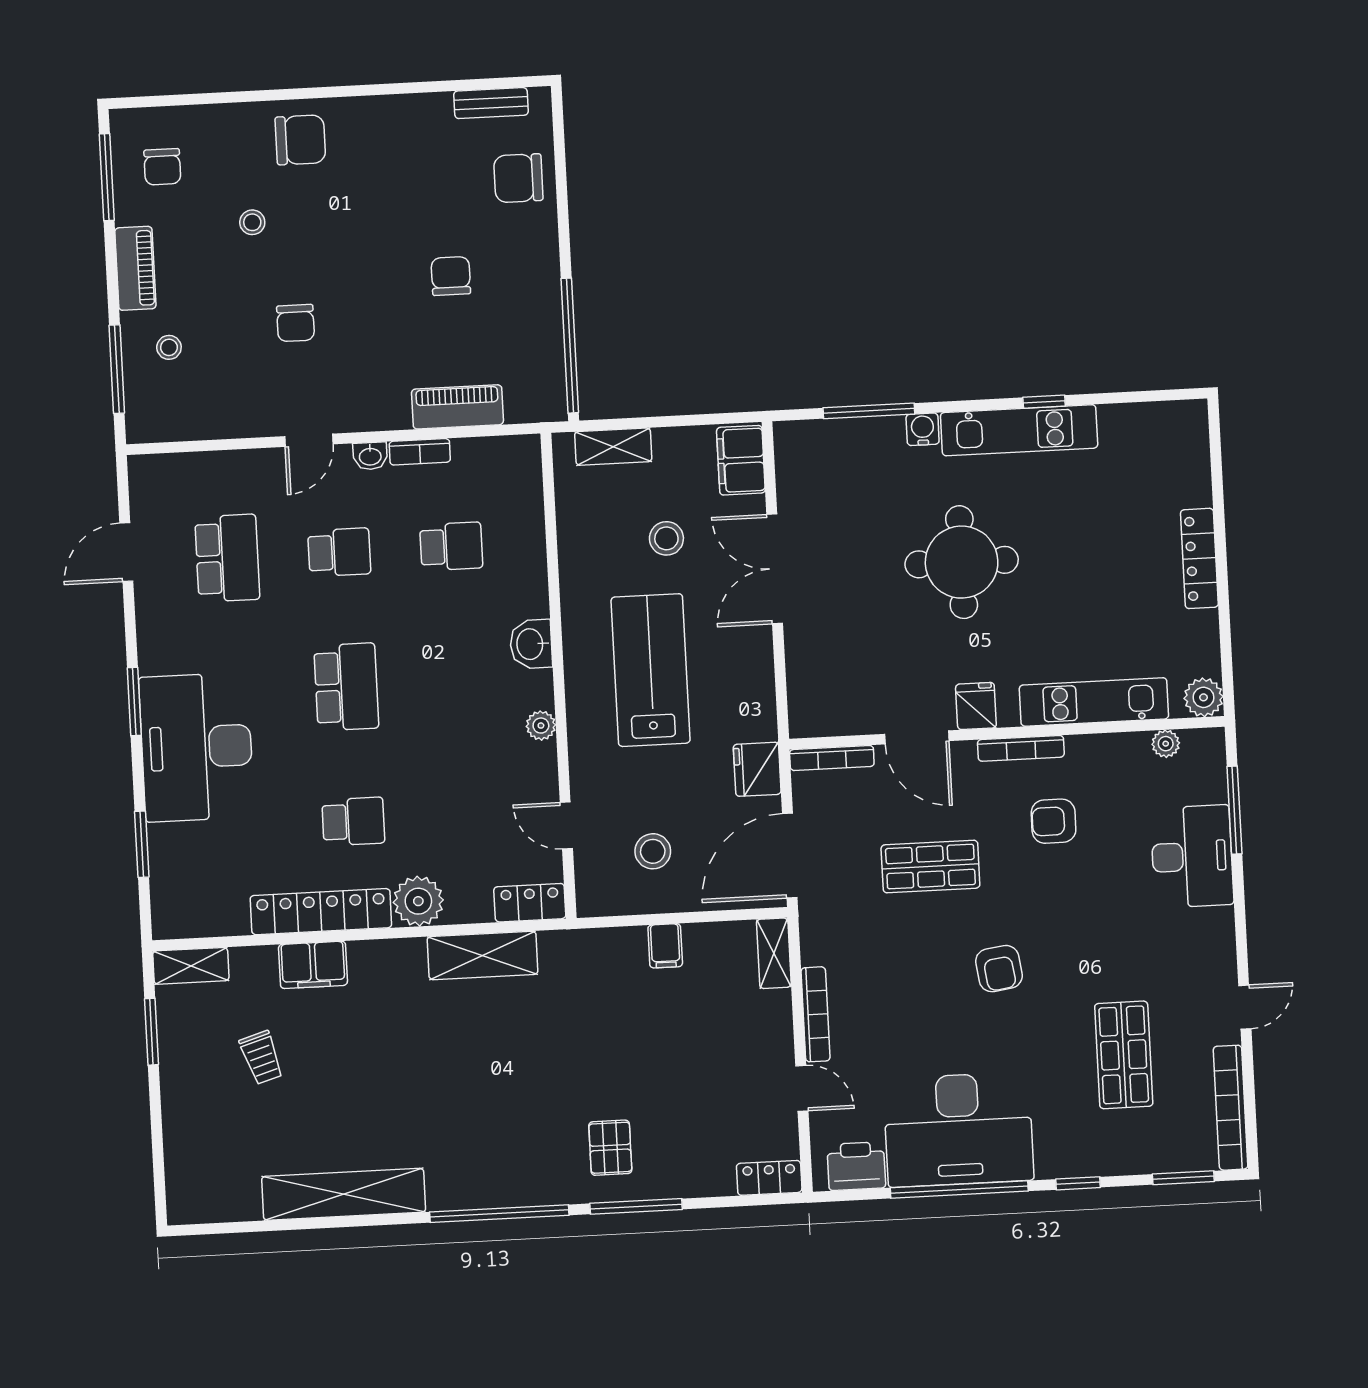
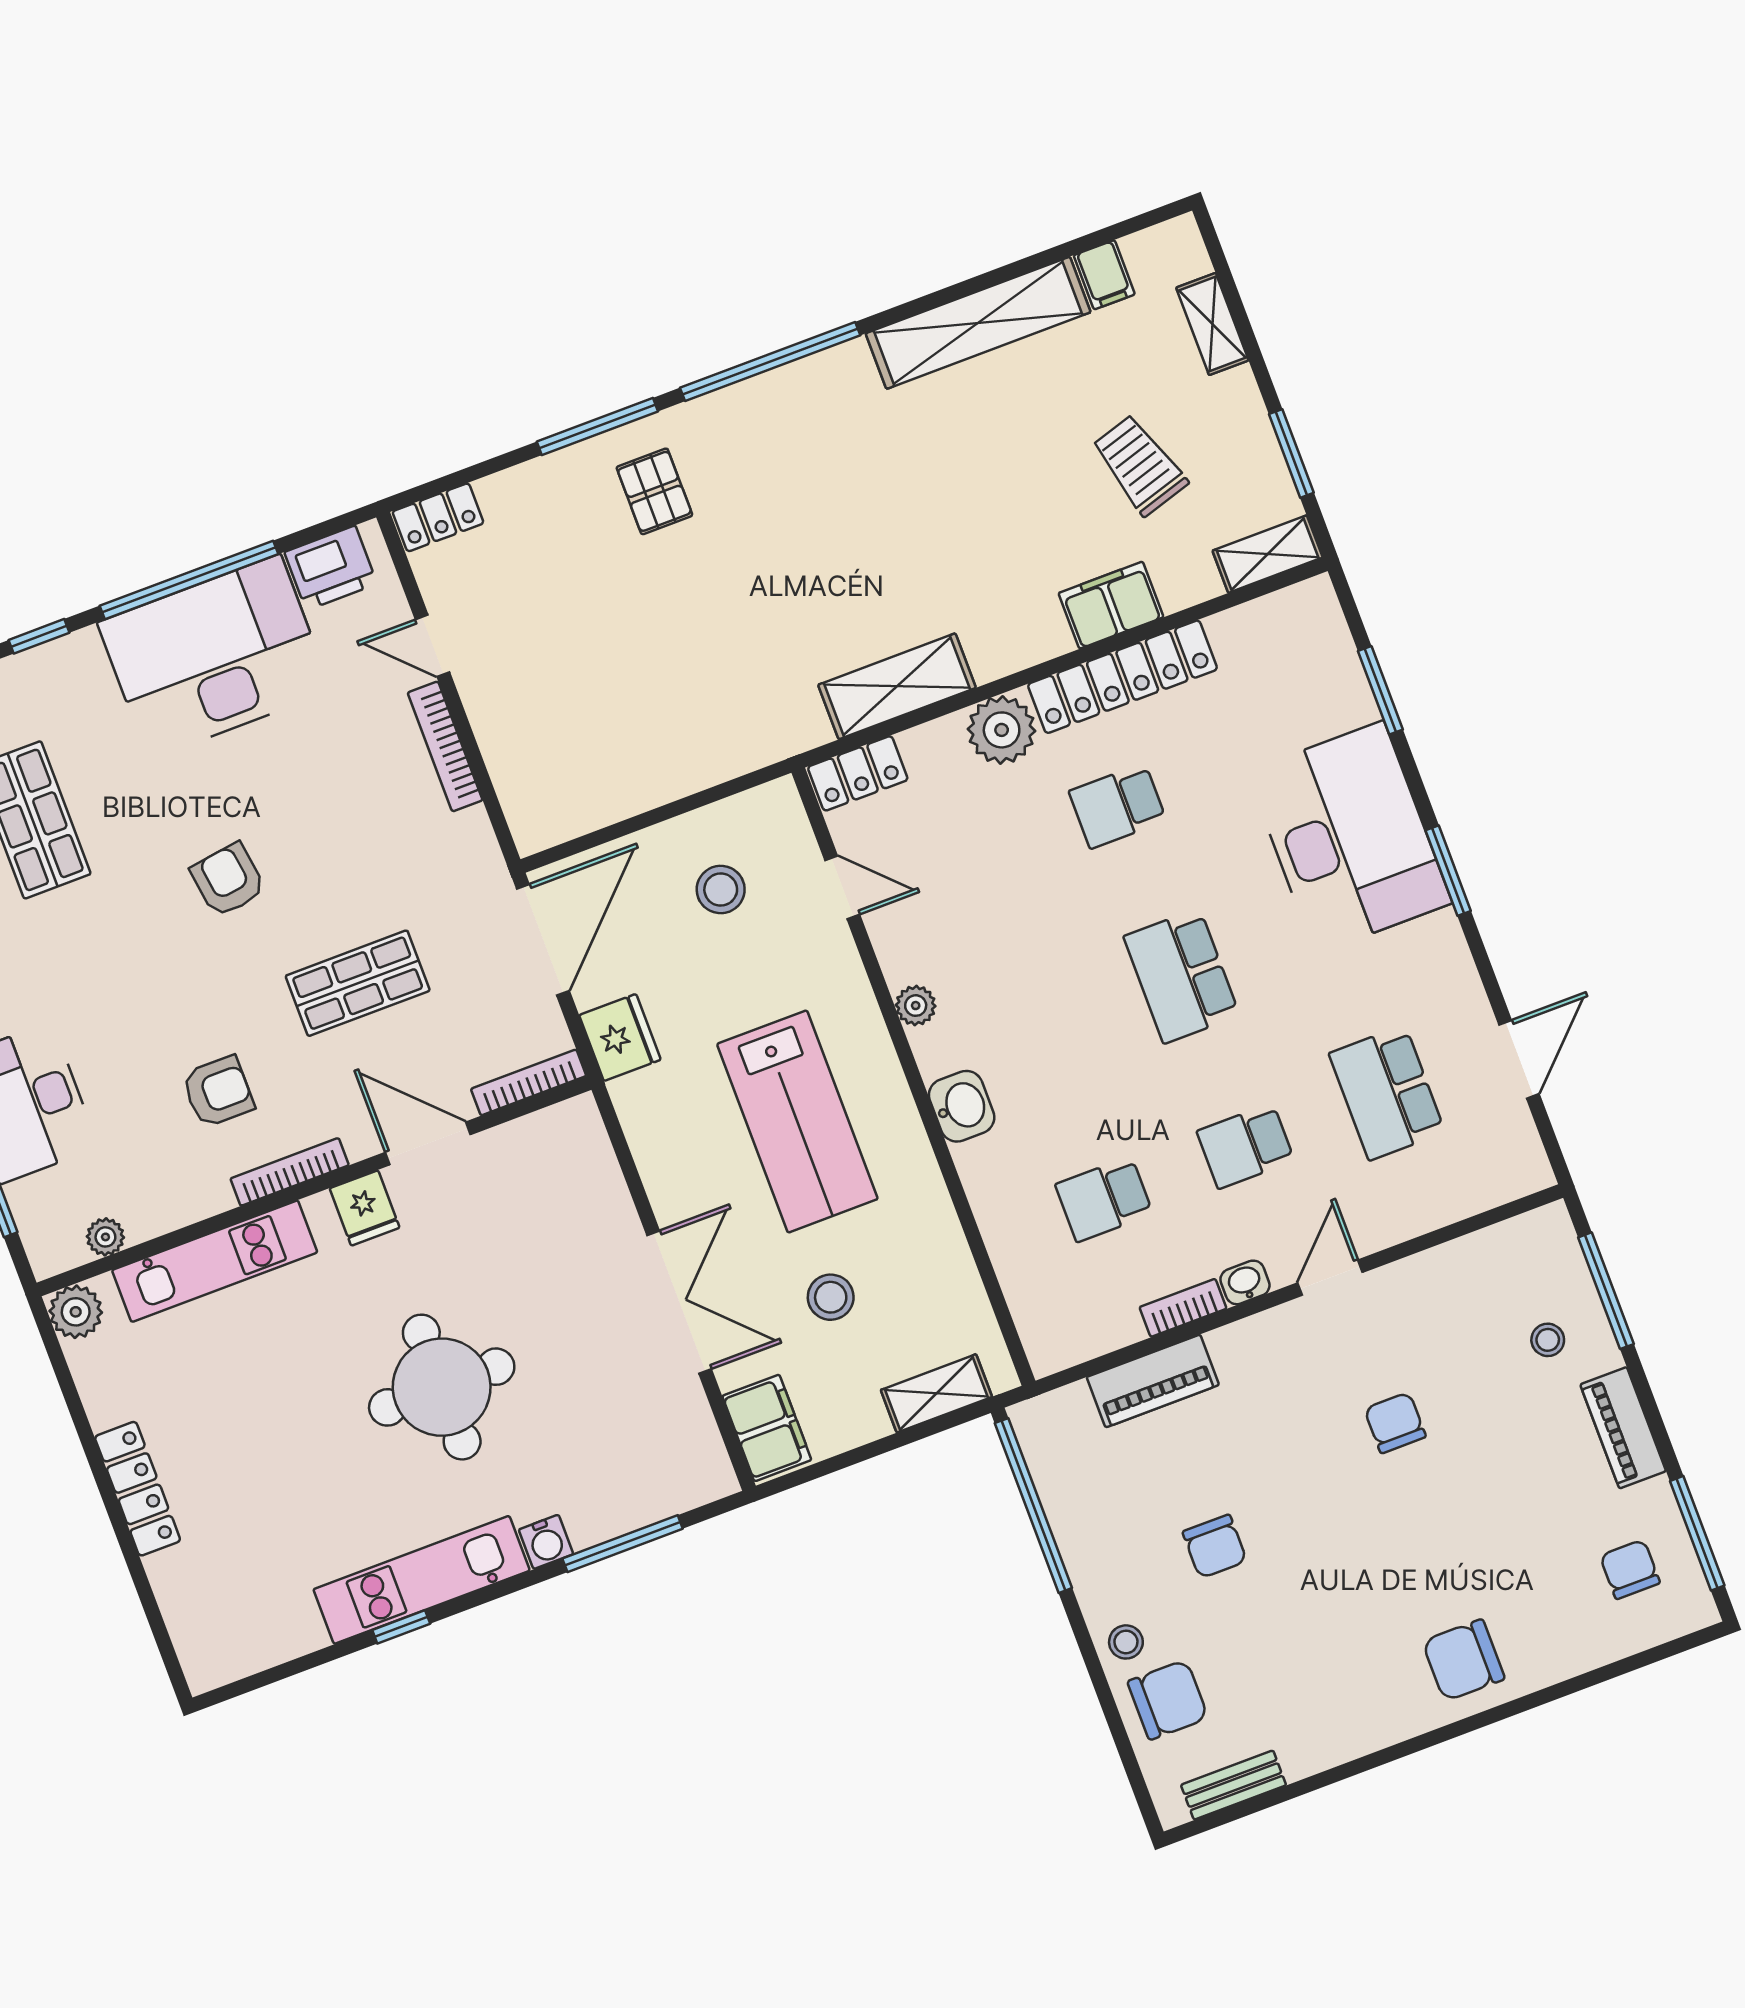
stool: (252, 222) -> (1126, 1642), moved
filing cabinet: (665, 946) -> (1104, 275), moved, turned 180
shelving: (774, 953) -> (1212, 324), moved
trolley: (261, 1058) -> (1140, 465), width x1.36, depth x1.39

